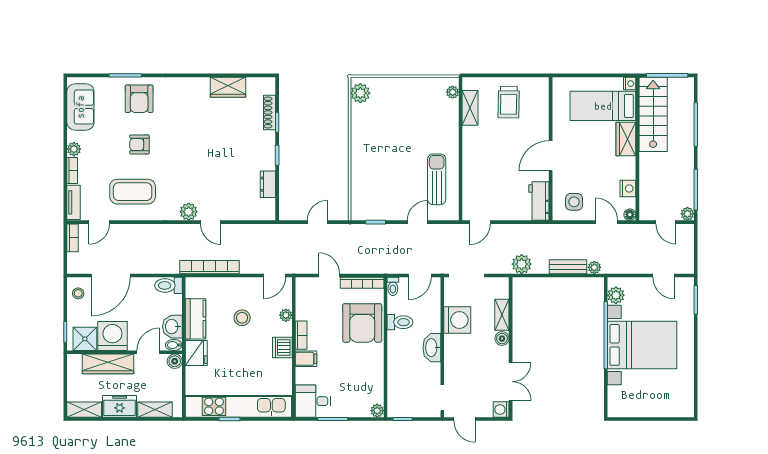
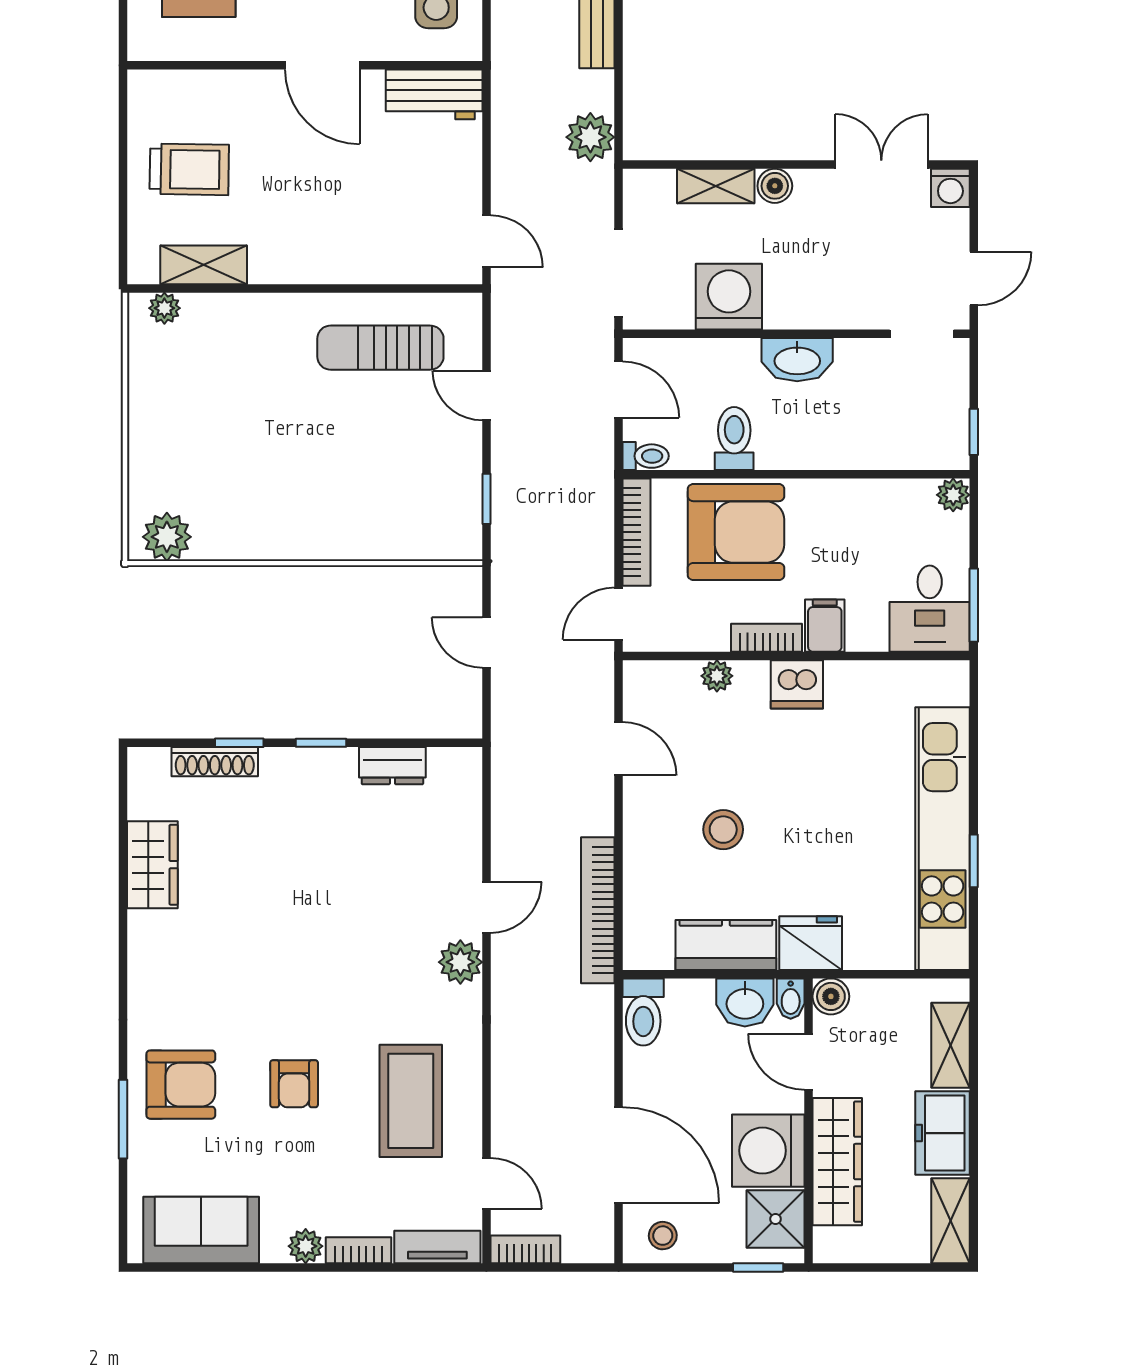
plant: (286, 315) -> (717, 676), moved
bookcase: (301, 335) -> (766, 638), moved
dishwasher: (282, 347) -> (797, 684), moved
wall: (294, 347) -> (796, 656), moved
filing cabinet: (306, 359) -> (825, 626), moved
desk: (313, 401) -> (930, 609), moved

